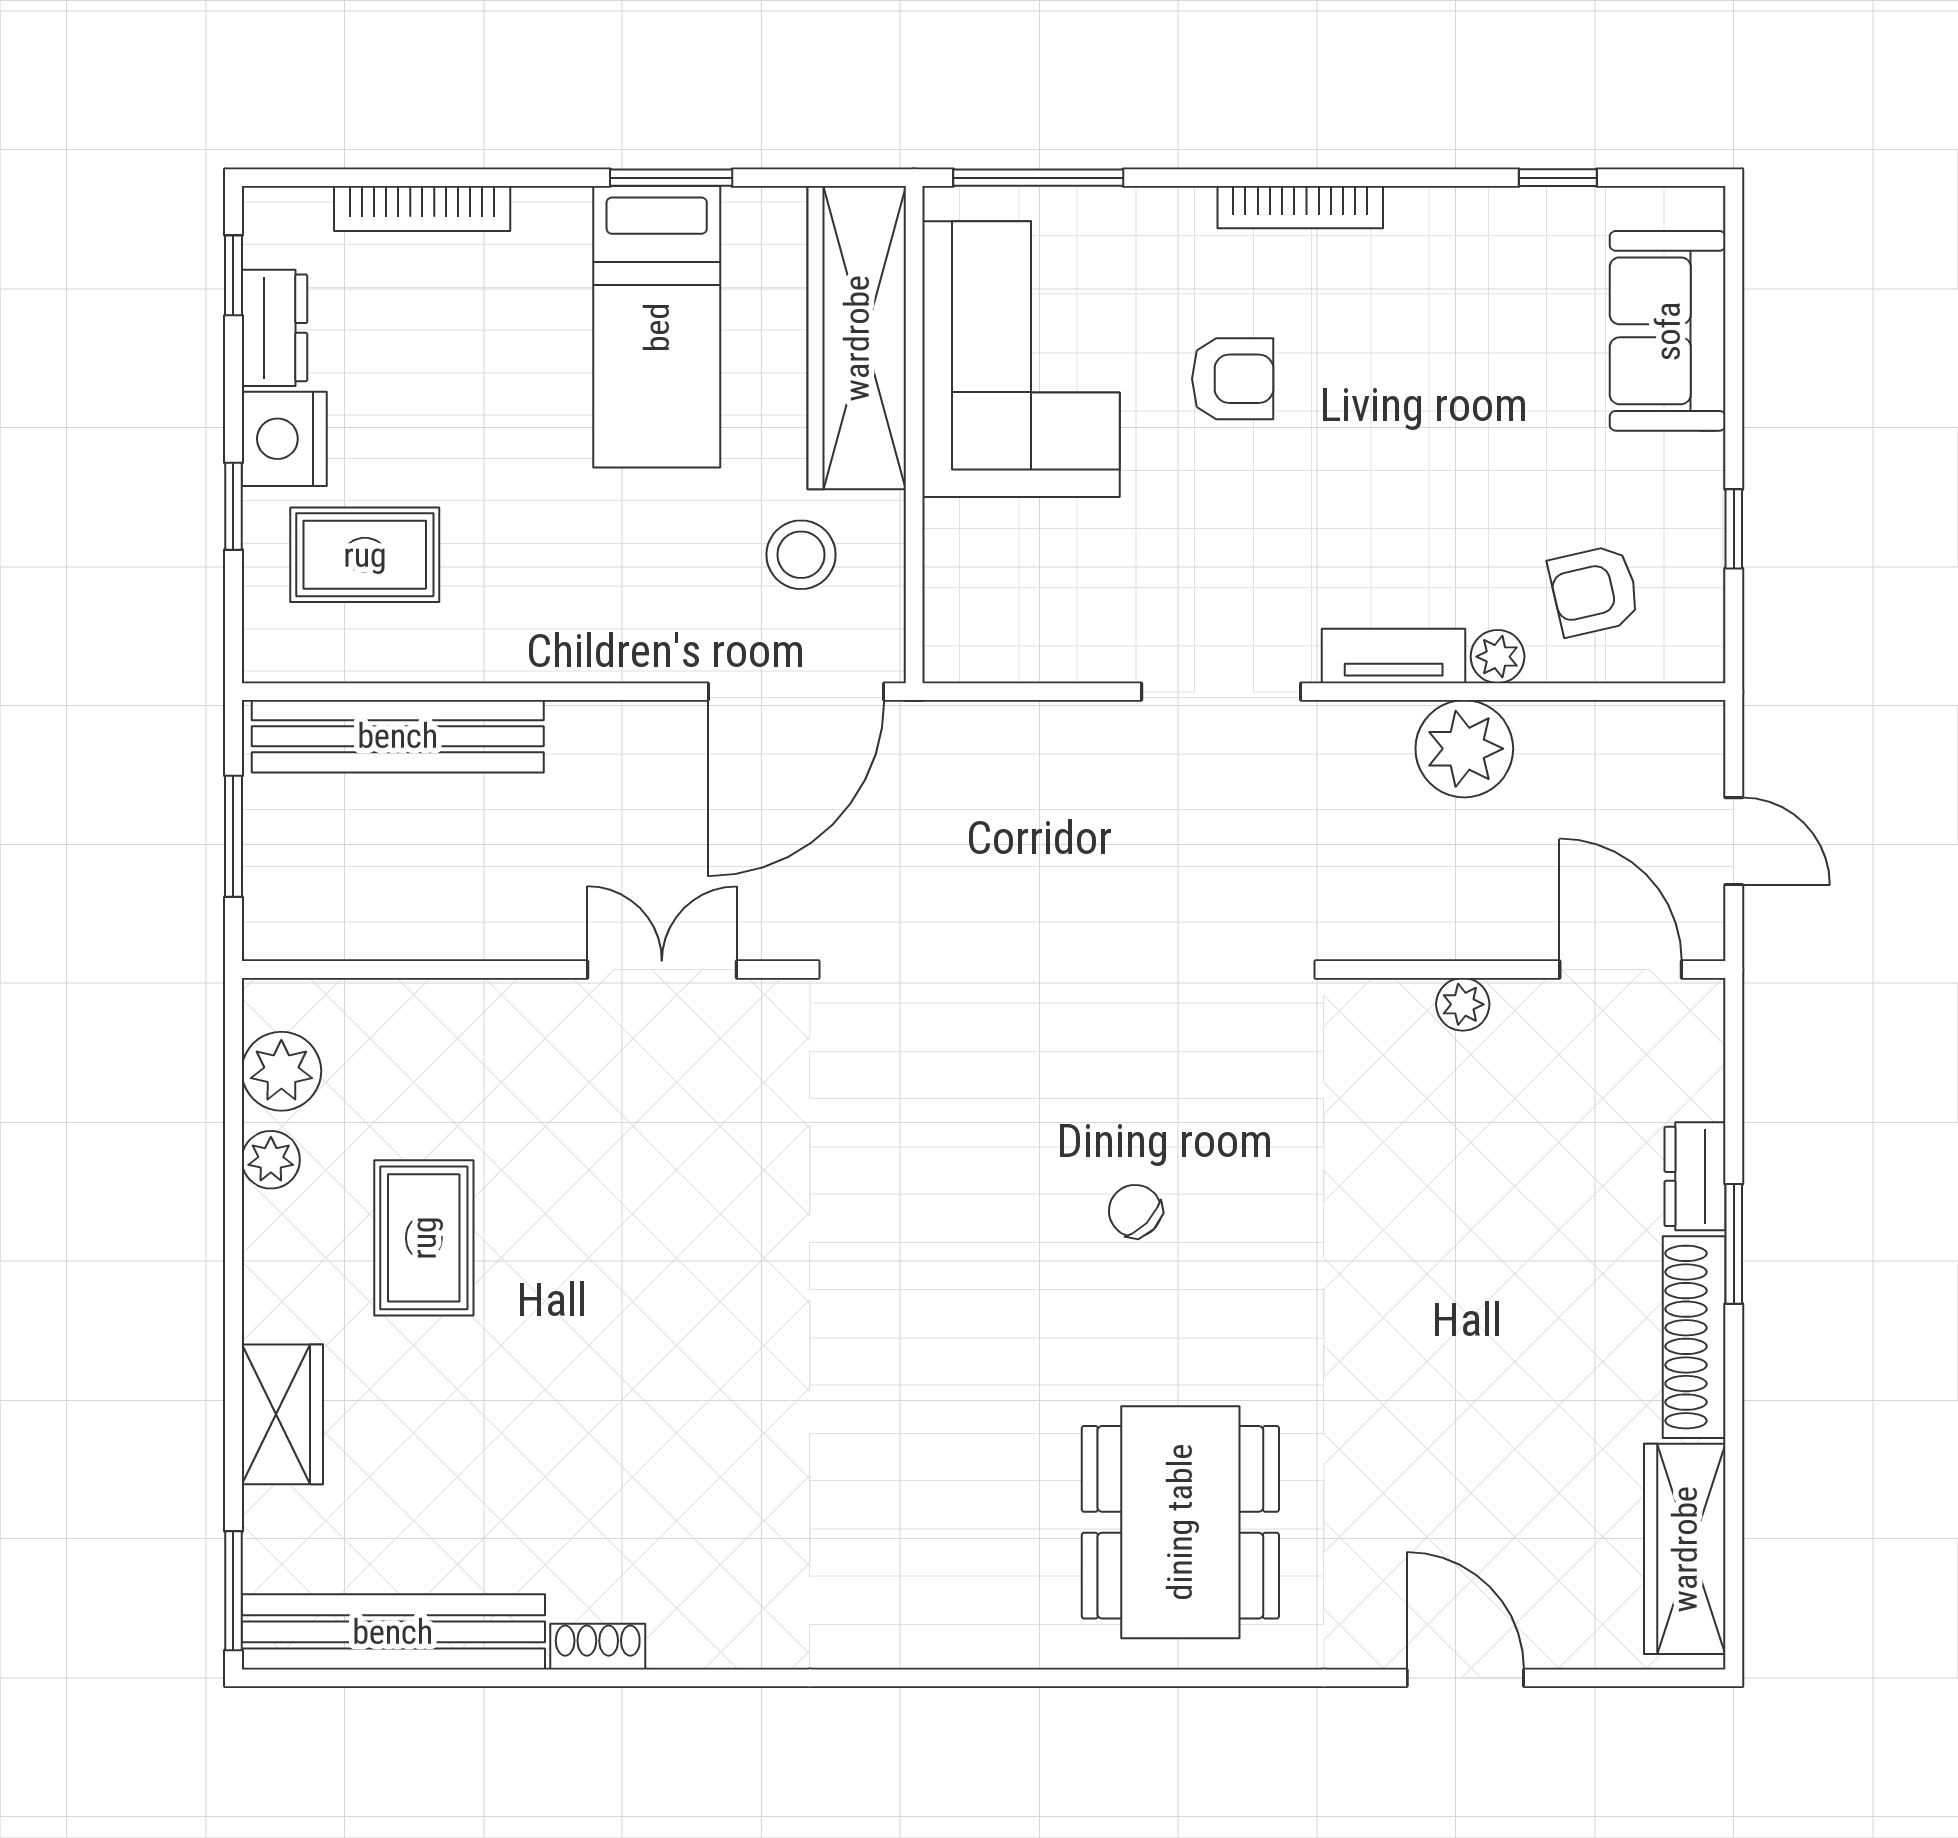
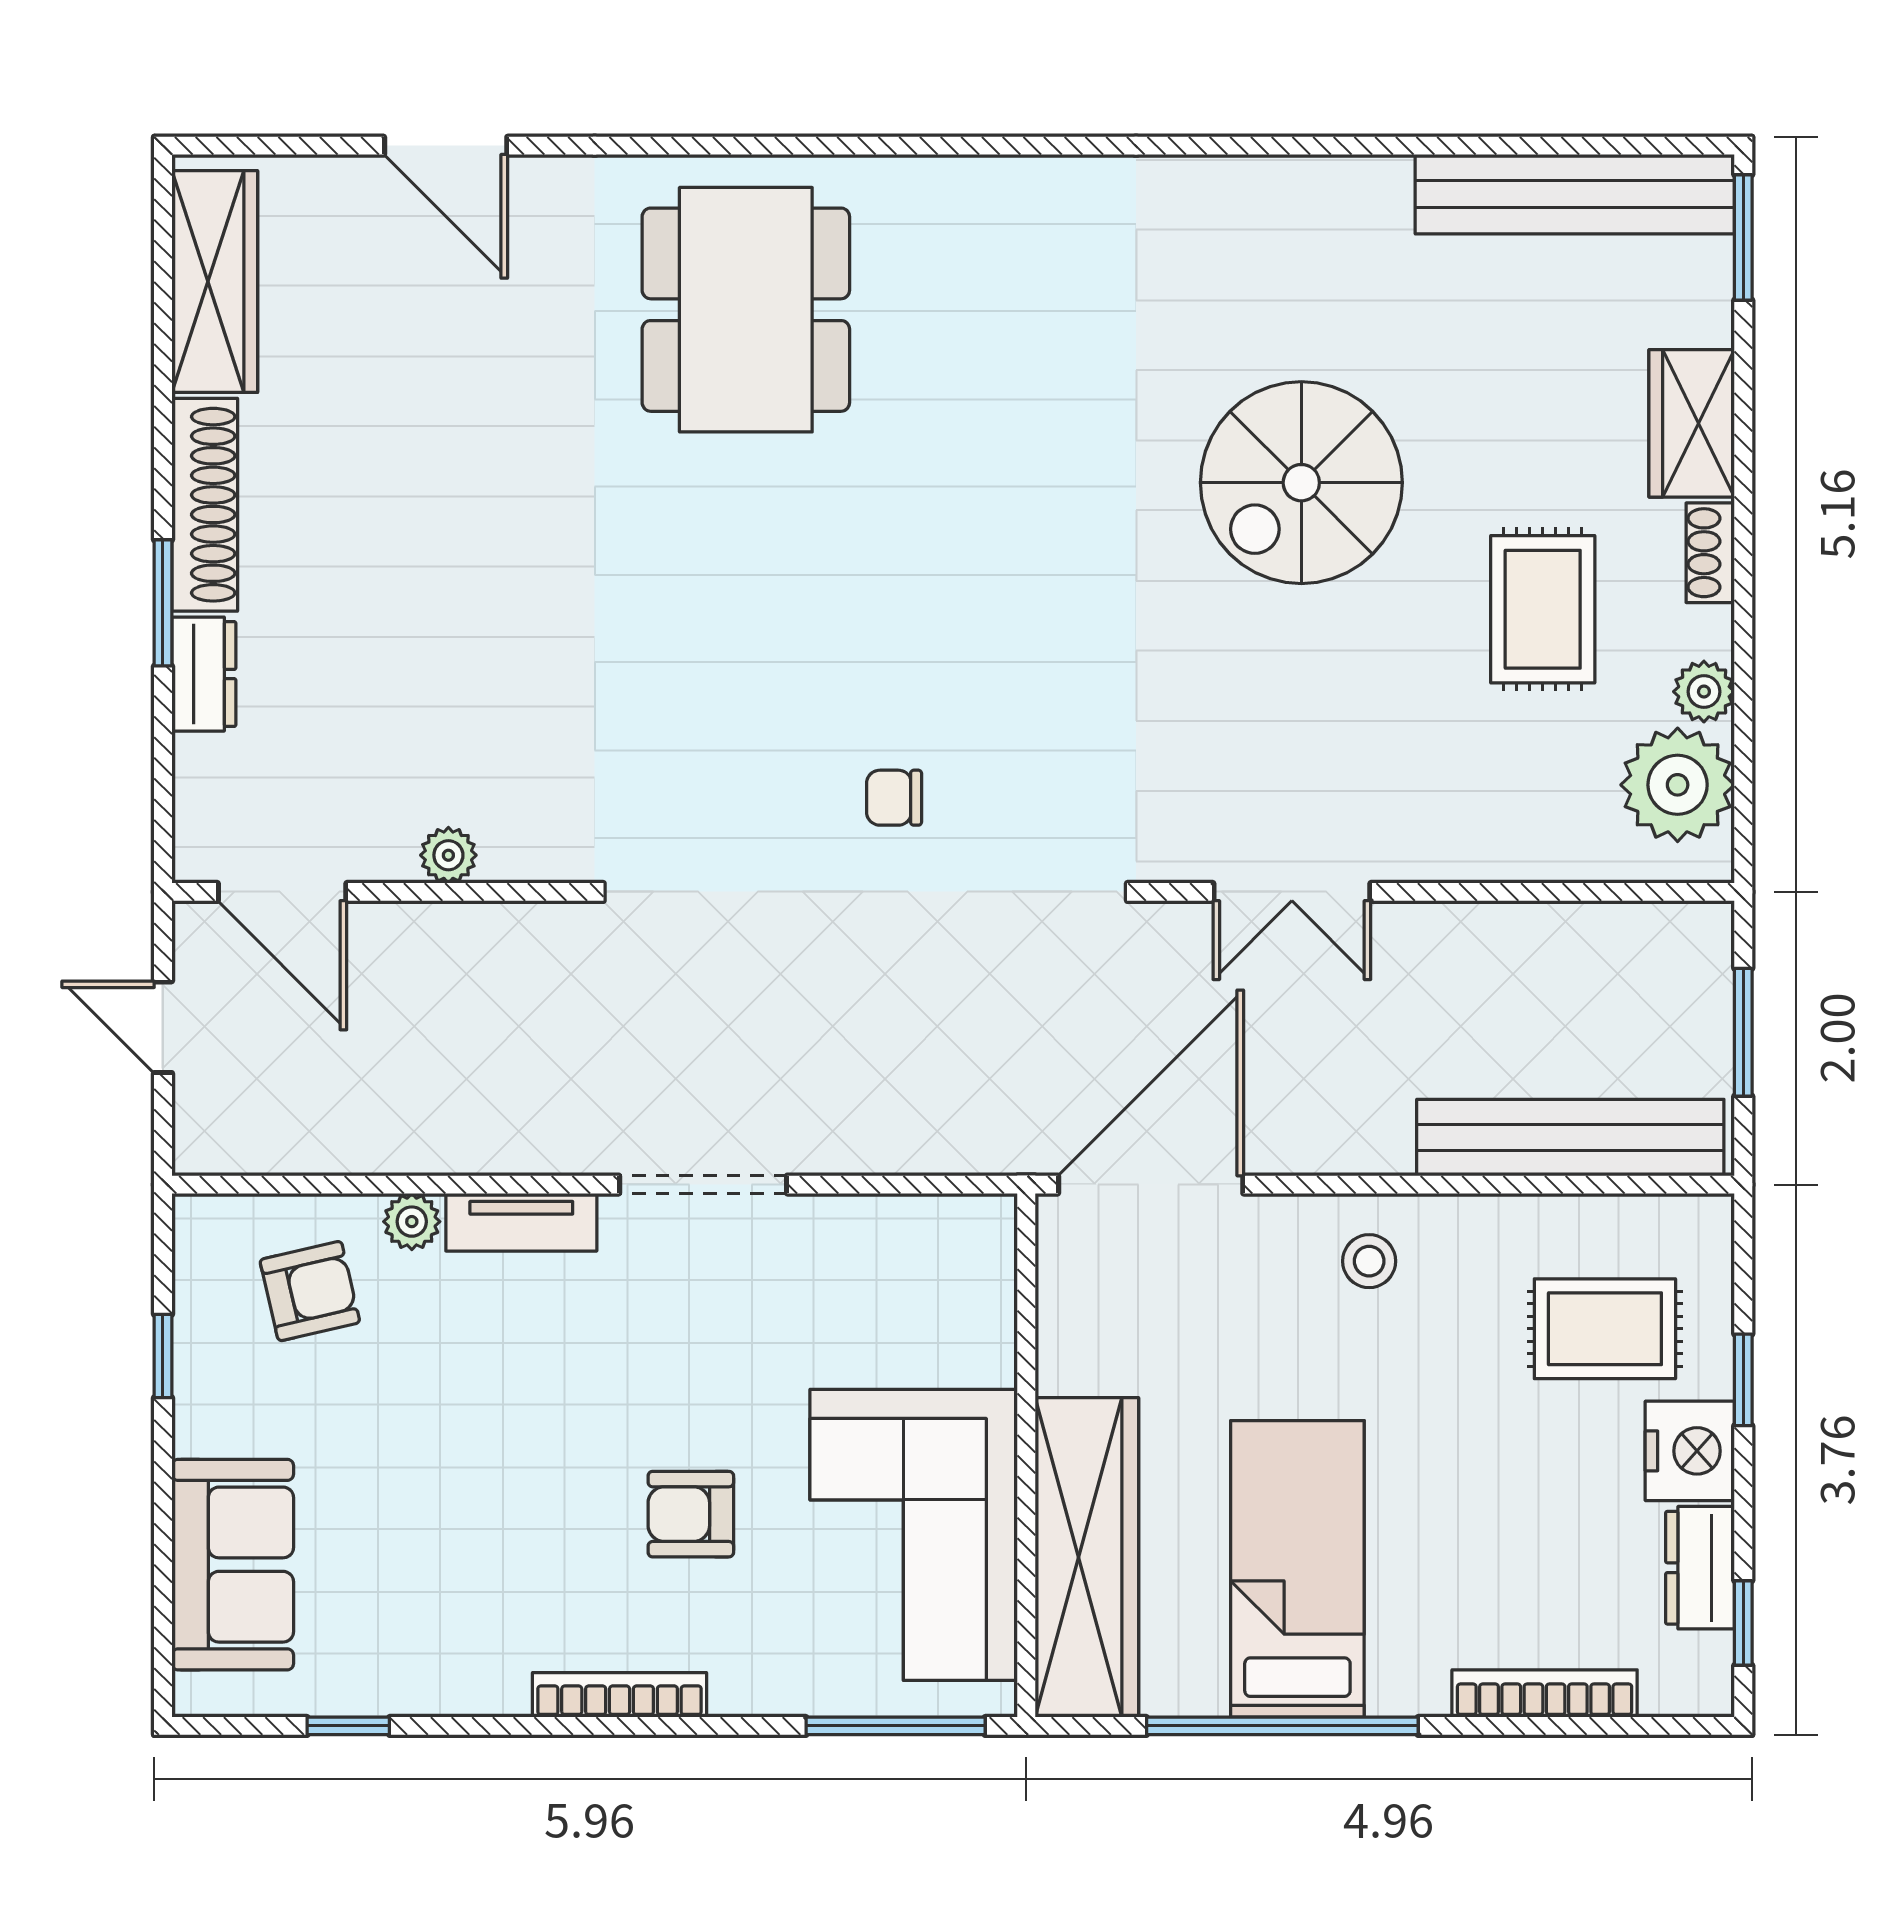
window: (671, 178) -> (1282, 1726), width x2.11
stool: (801, 555) -> (1369, 1261), moved, width x0.73, depth x0.73
plant: (1464, 749) -> (447, 1124), removed
plant: (281, 1071) -> (1678, 785), width x1.36, depth x1.36
chair: (1135, 1211) -> (894, 798), moved, turned 136
spiral stairs: (653, 1358) -> (1301, 483), added
shoe rack: (598, 1647) -> (1710, 553), moved, turned 90

